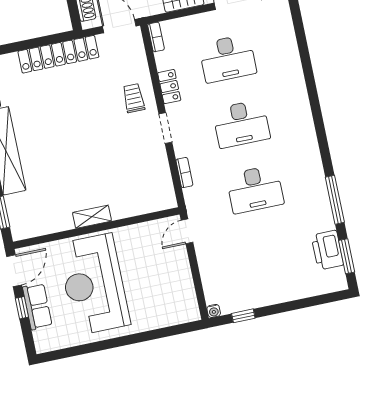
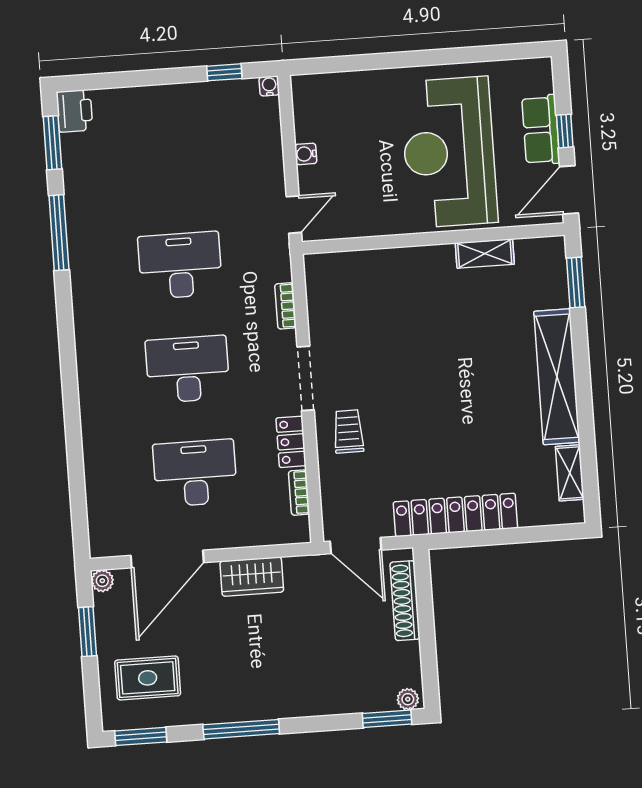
bookcase: (156, 37) -> (299, 493), moved
trolley: (134, 98) -> (348, 431), turned 180
doorway: (165, 128) -> (306, 378), width x1.38
shelving: (92, 217) -> (485, 254), moved
printer: (327, 250) -> (74, 111), moved, width x0.73, depth x0.84
water cooler: (185, 271) -> (306, 154), added
reception desk: (94, 284) -> (449, 152), turned 180

